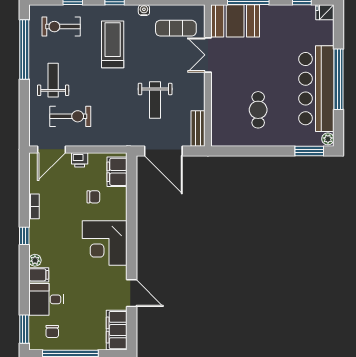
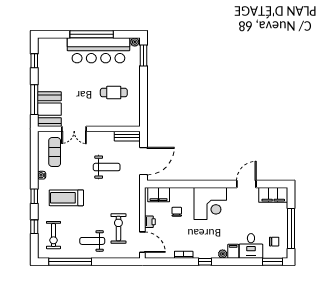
fridge: (325, 12) -> (43, 44), removed

